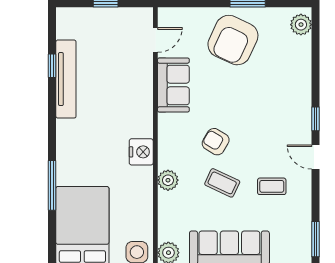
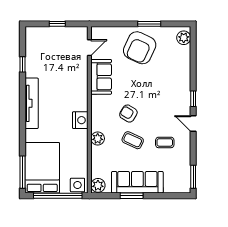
tv unit: (66, 79) -> (32, 103), moved
window: (52, 185) -> (23, 172), moved

